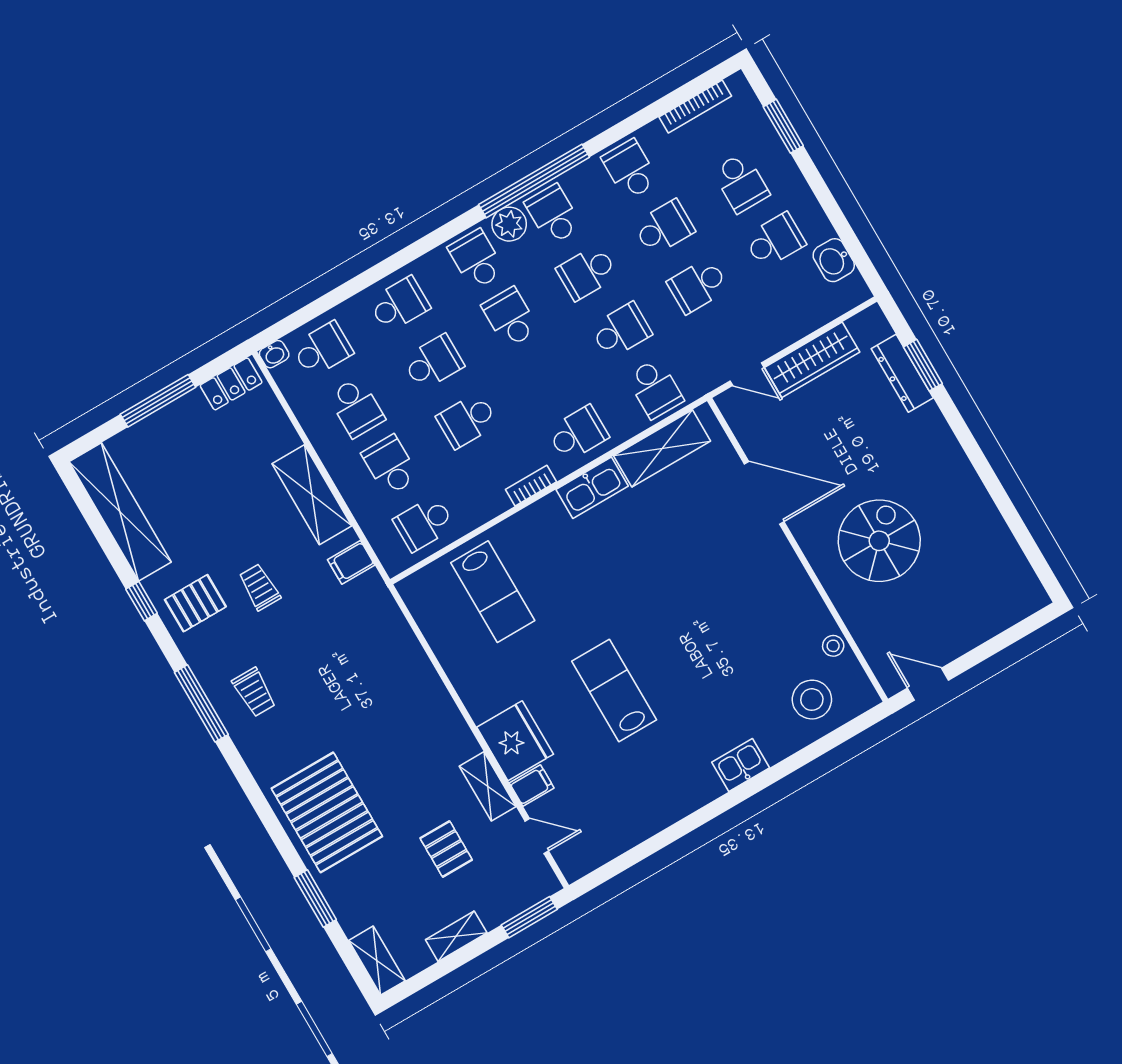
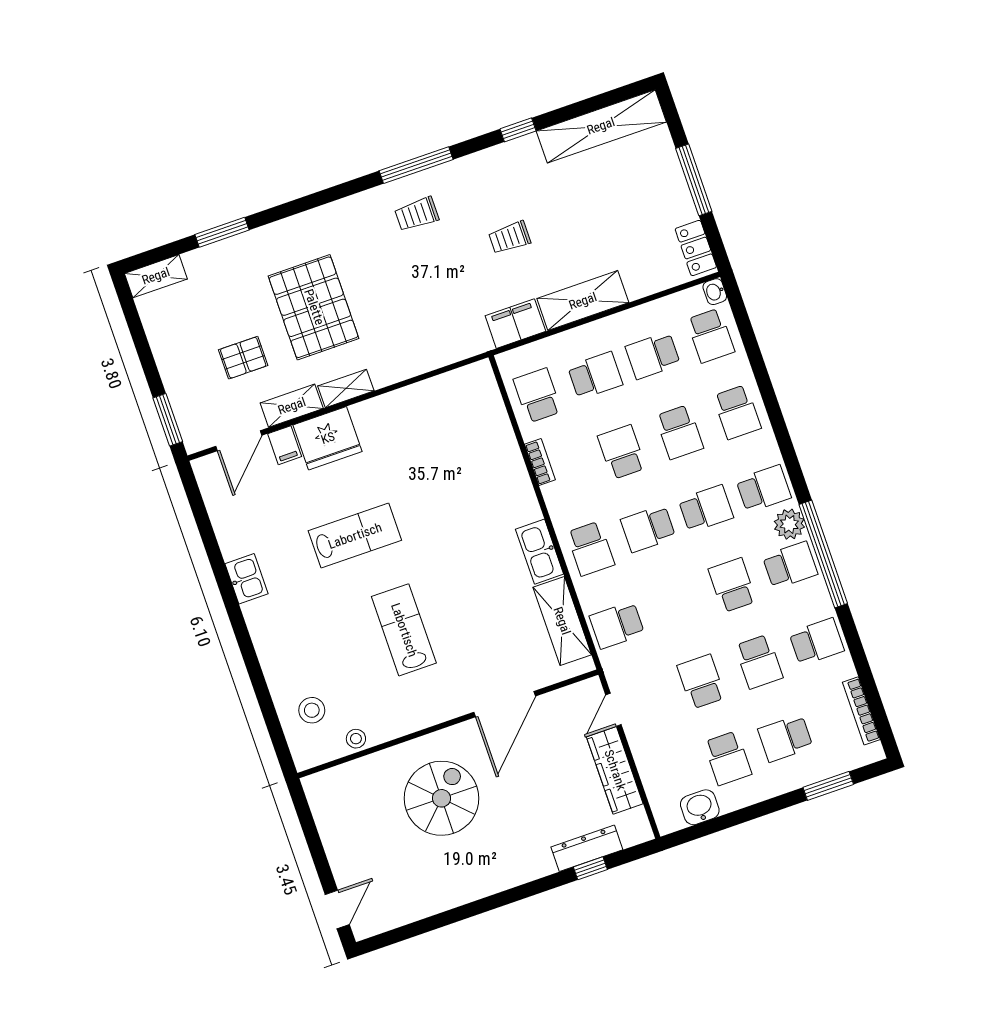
school desk: (621, 330) -> (648, 529), moved, turned 90
window: (923, 365) -> (590, 868), width x0.67
bookcase: (531, 486) -> (540, 462), moved
spiral stairs: (879, 541) -> (442, 798), turned -90
filing cabinet: (351, 562) -> (515, 324), width x2.00
trolley: (260, 587) -> (510, 237), turned 180
lab bench: (493, 592) -> (404, 630), moved, turned 90
pallet: (195, 603) -> (507, 177), removed
door: (928, 684) -> (337, 910), moved
stool: (812, 700) -> (312, 710), width x0.73, depth x0.73
kitchen sink: (741, 765) -> (246, 579), moved
pallet: (327, 812) -> (314, 307), moved, turned 90
door: (537, 836) -> (239, 441), width x1.38
shelving: (456, 936) -> (346, 388), moved, turned 90

